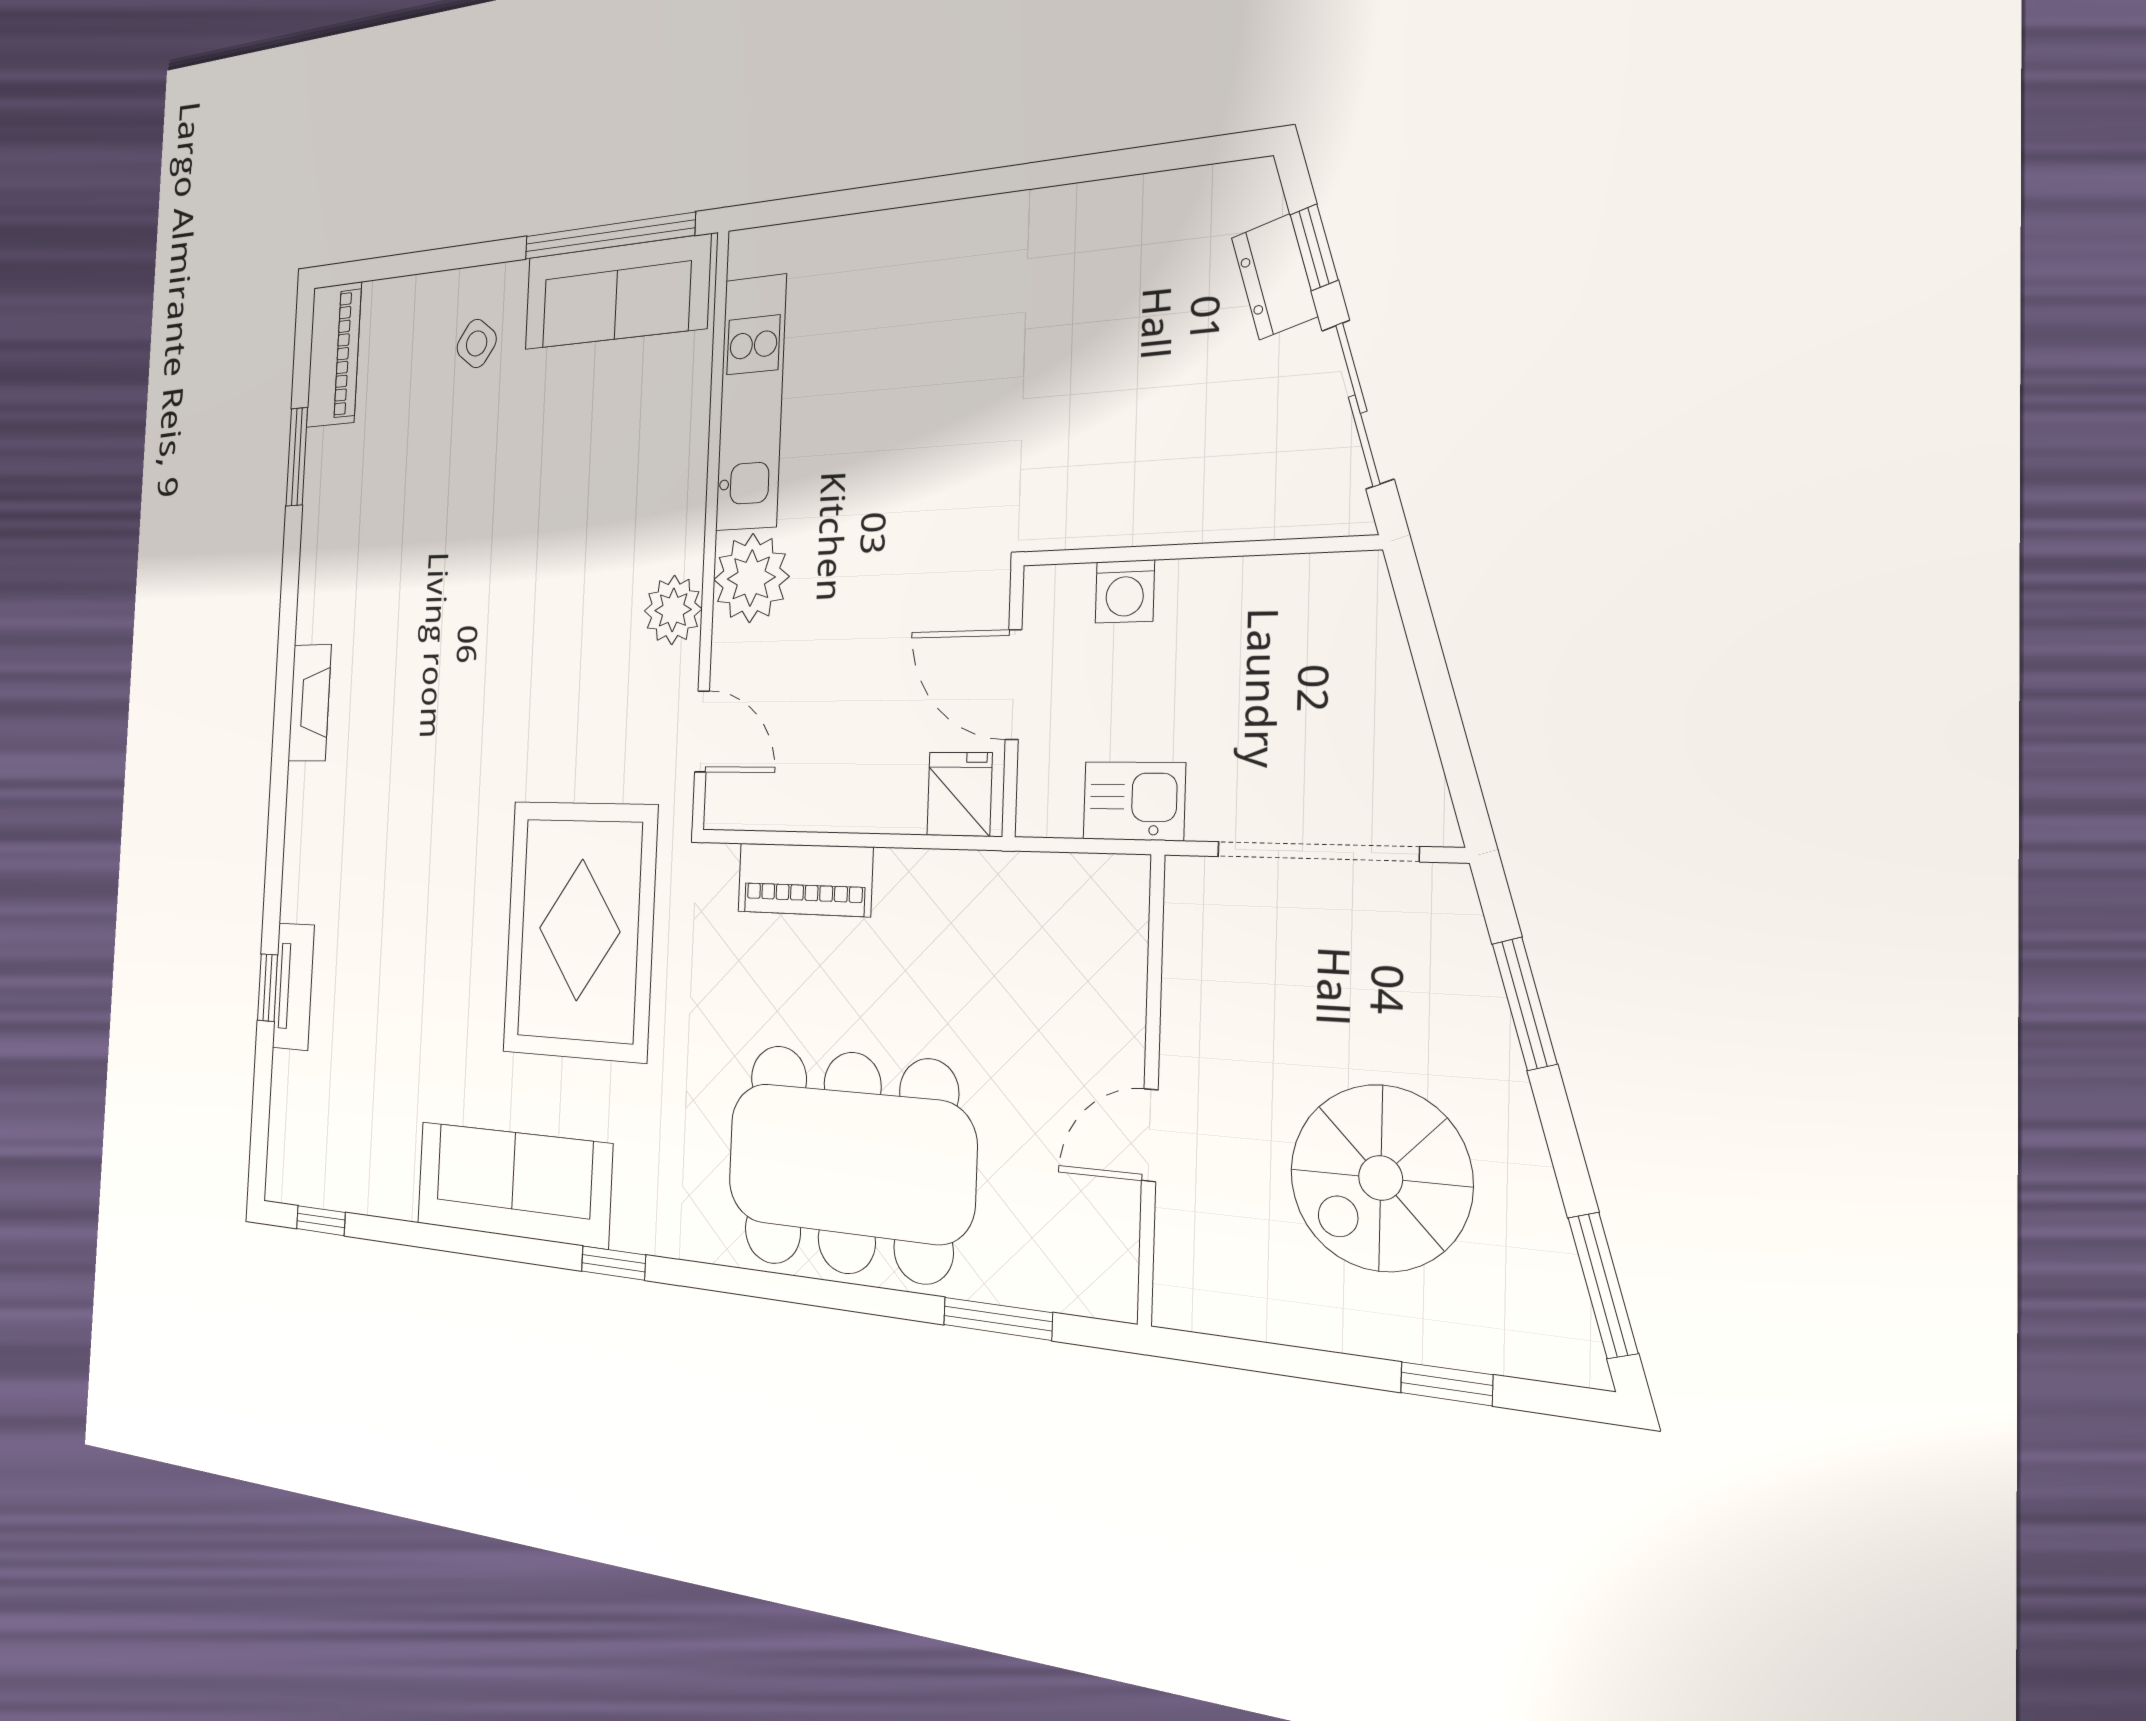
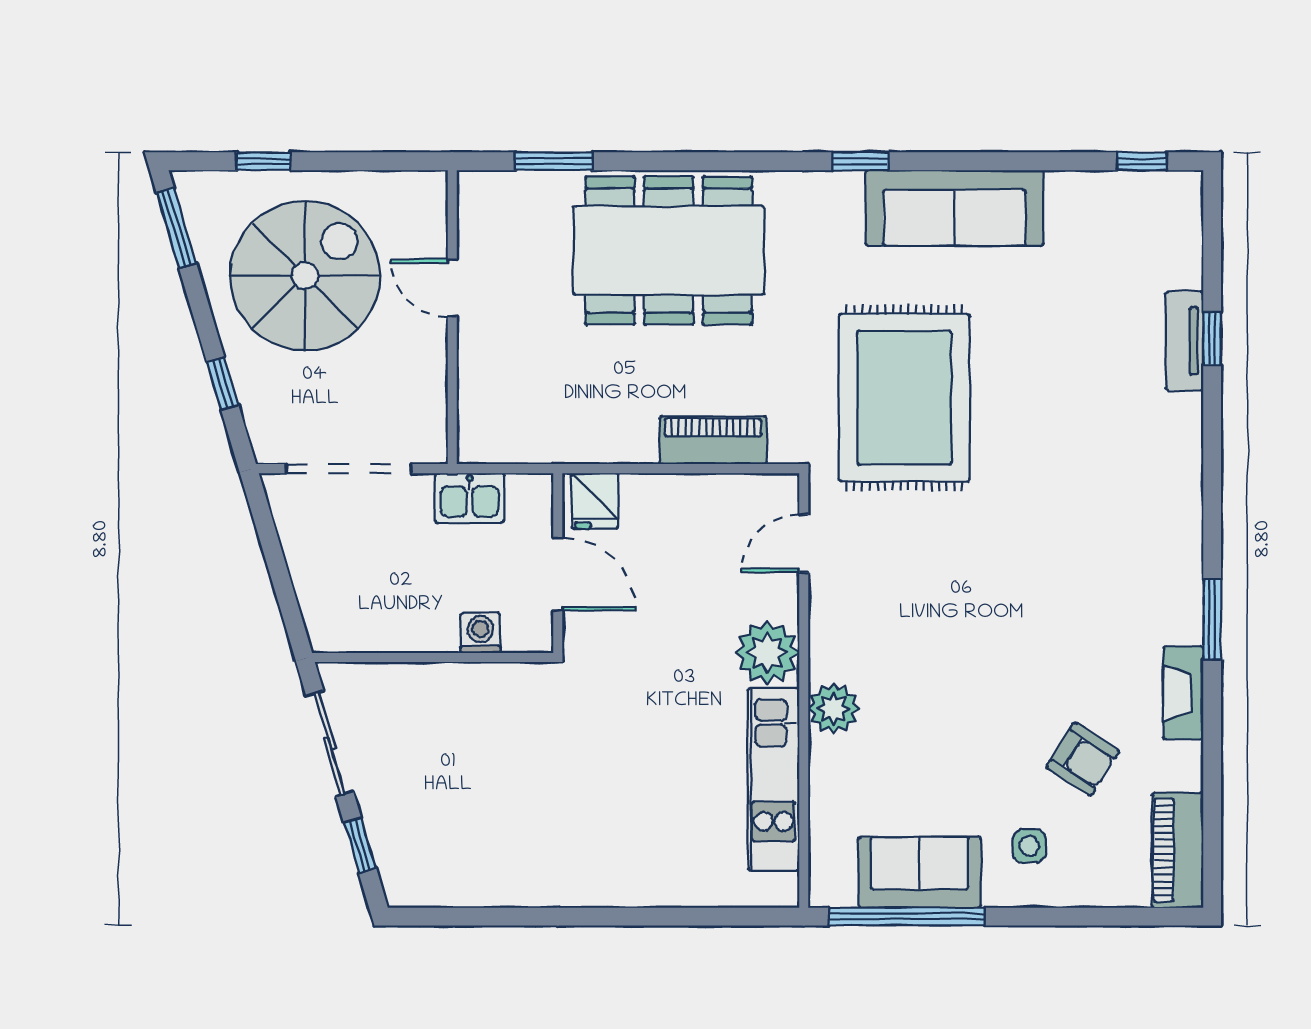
dresser: (1275, 277) -> (385, 829), removed
sofa: (616, 293) -> (920, 872), width x0.73
side table: (477, 343) -> (1029, 846), turned -37
window: (297, 457) -> (1212, 620), moved
armchair: (418, 459) -> (1083, 759), added
plant: (673, 610) -> (833, 709), moved
fireplace: (310, 703) -> (1183, 693), moved
door: (702, 731) -> (804, 543), hinge flipped
window: (1525, 1004) -> (223, 384), width x0.67
door: (1150, 1135) -> (452, 288), swing flipped
spiral stairs: (1381, 1178) -> (305, 276), width x1.37, depth x1.37

